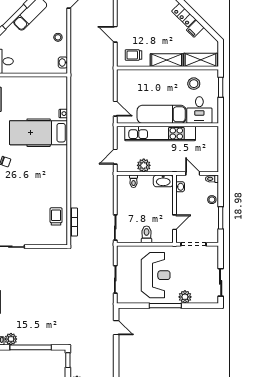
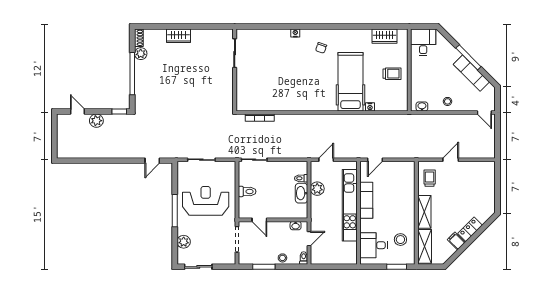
exam couch: (162, 114) -> (366, 200), width x0.73, depth x0.69
door: (115, 157) -> (326, 160), hinge flipped
washbasin: (163, 181) -> (301, 193), moved
trolley: (56, 216) -> (392, 74), moved
reception desk: (156, 275) -> (206, 201), turned 180
plant: (185, 297) -> (184, 242), moved

